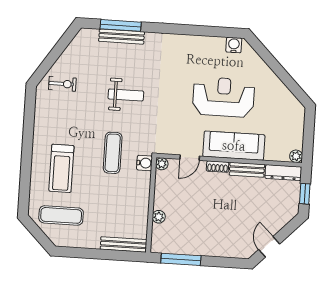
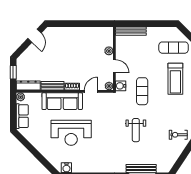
weight bench: (126, 95) -> (136, 130), turned -90
row of seats: (295, 127) -> (22, 116), added
treadmill: (61, 168) -> (175, 79), turned 180
door: (152, 193) -> (114, 66), added
window: (181, 259) -> (92, 24), removed

